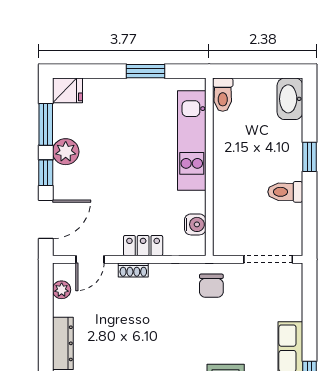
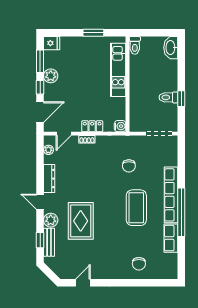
window: (309, 157) -> (181, 99), moved
water cooler: (195, 224) -> (120, 126), moved
chair: (211, 286) -> (129, 166), moved

